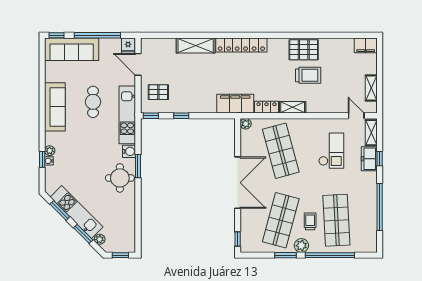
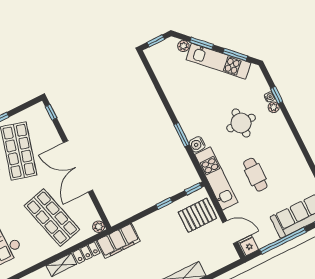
pallet: (158, 92) -> (197, 215), width x1.50, depth x1.42
sofa: (55, 107) -> (289, 152), removed
round table: (120, 178) -> (241, 123), moved

